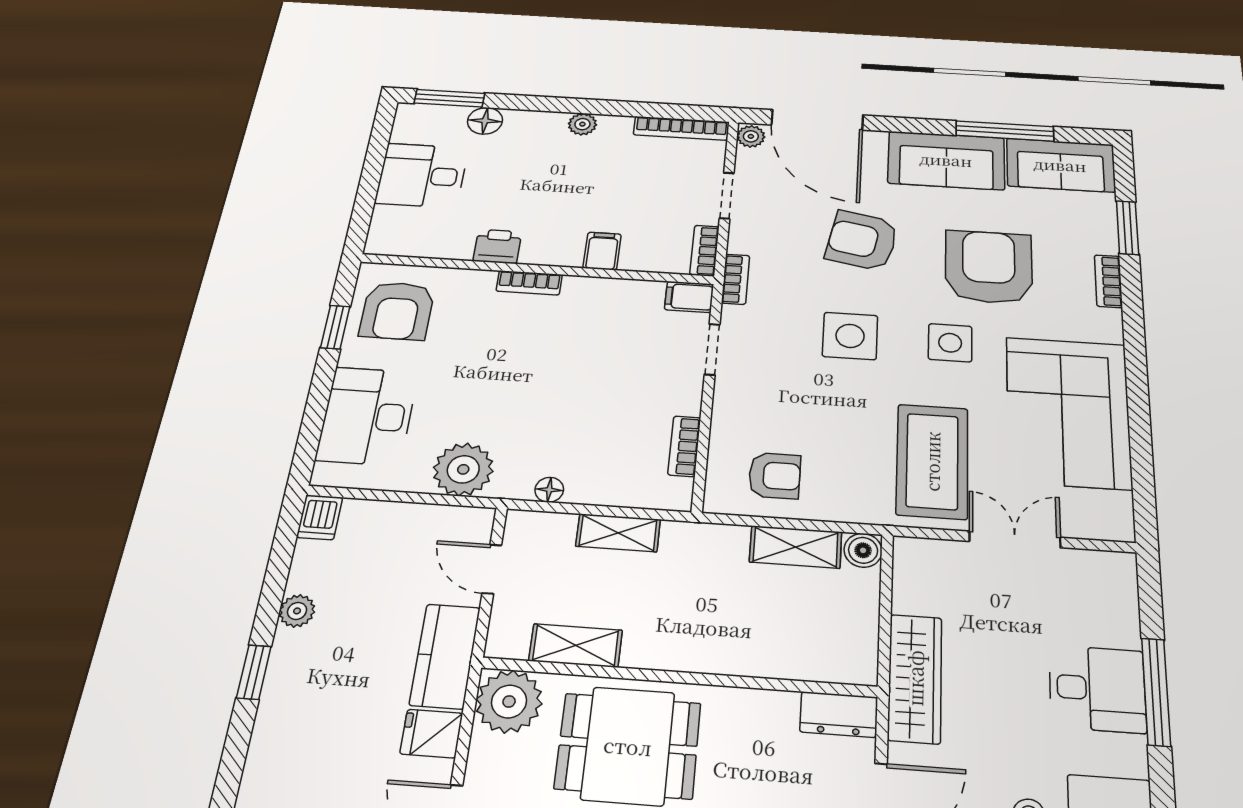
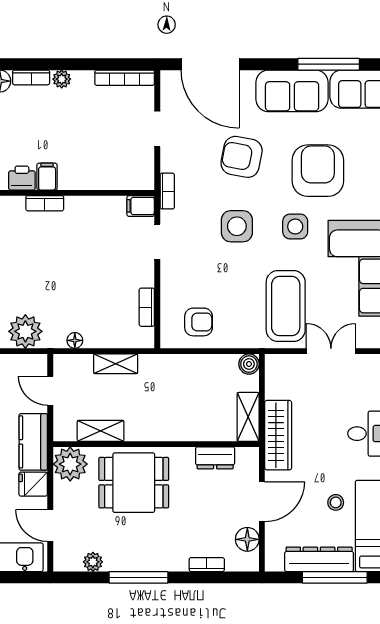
plant: (751, 136) -> (169, 81), removed
filing cabinet: (602, 251) -> (47, 177), moved
bookcase: (705, 251) -> (31, 77), moved, turned -90
shelving: (796, 547) -> (248, 417), moved, turned 90
dresser: (839, 714) -> (215, 458), moved

